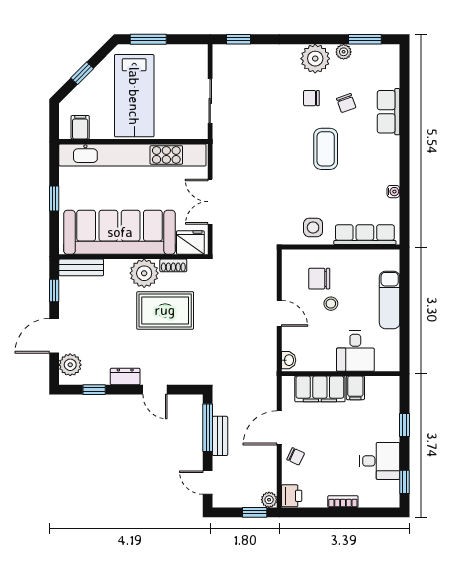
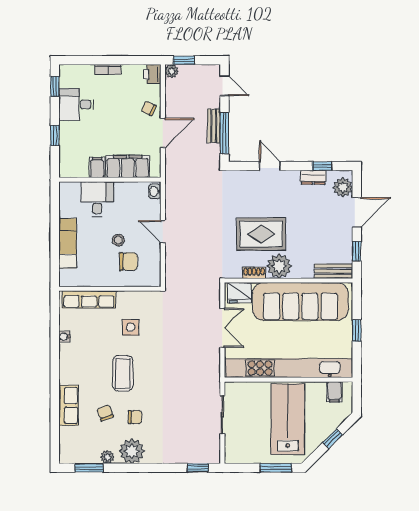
side table: (313, 227) -> (131, 327), moved
dresser: (125, 376) -> (313, 177), moved

